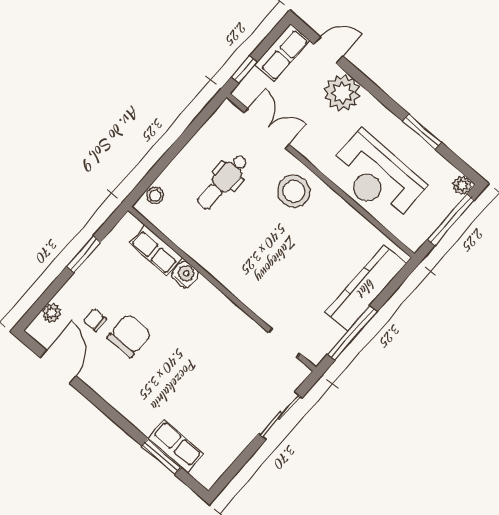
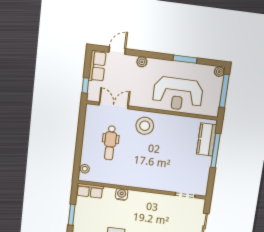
plant: (342, 93) -> (142, 62), width x0.53, depth x0.53
row of seats: (156, 250) -> (90, 191), moved
kitchen counter: (366, 288) -> (207, 139), width x0.67
window: (352, 333) -> (215, 151), moved

